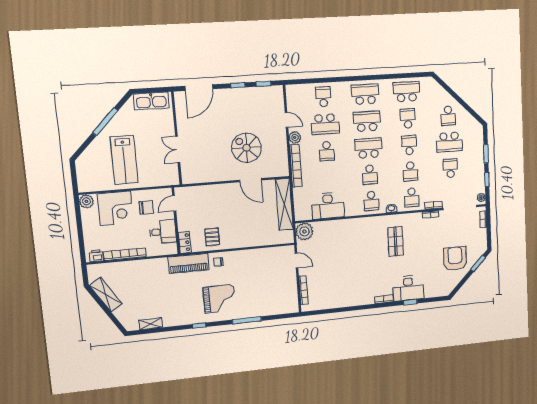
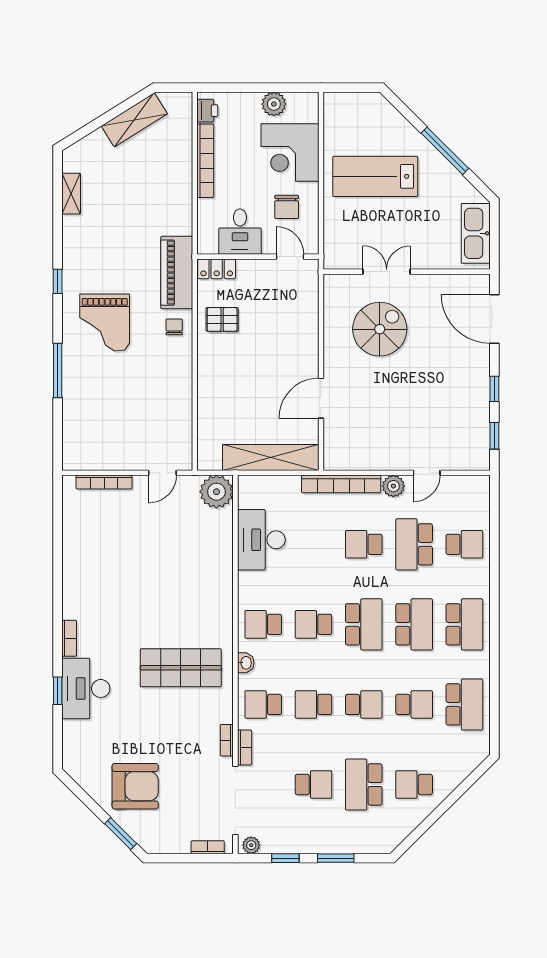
spiral stairs: (247, 148) -> (380, 329), moved
plant: (86, 201) -> (274, 104), moved
shop shelf: (396, 241) -> (181, 668), width x1.43, depth x1.36

